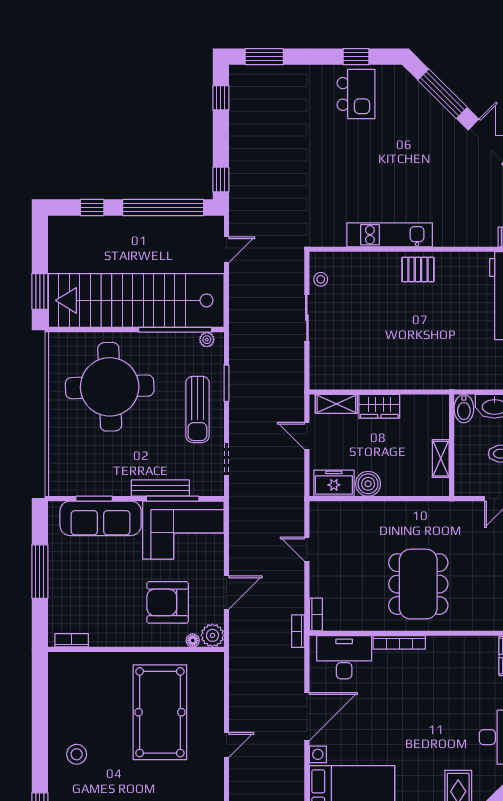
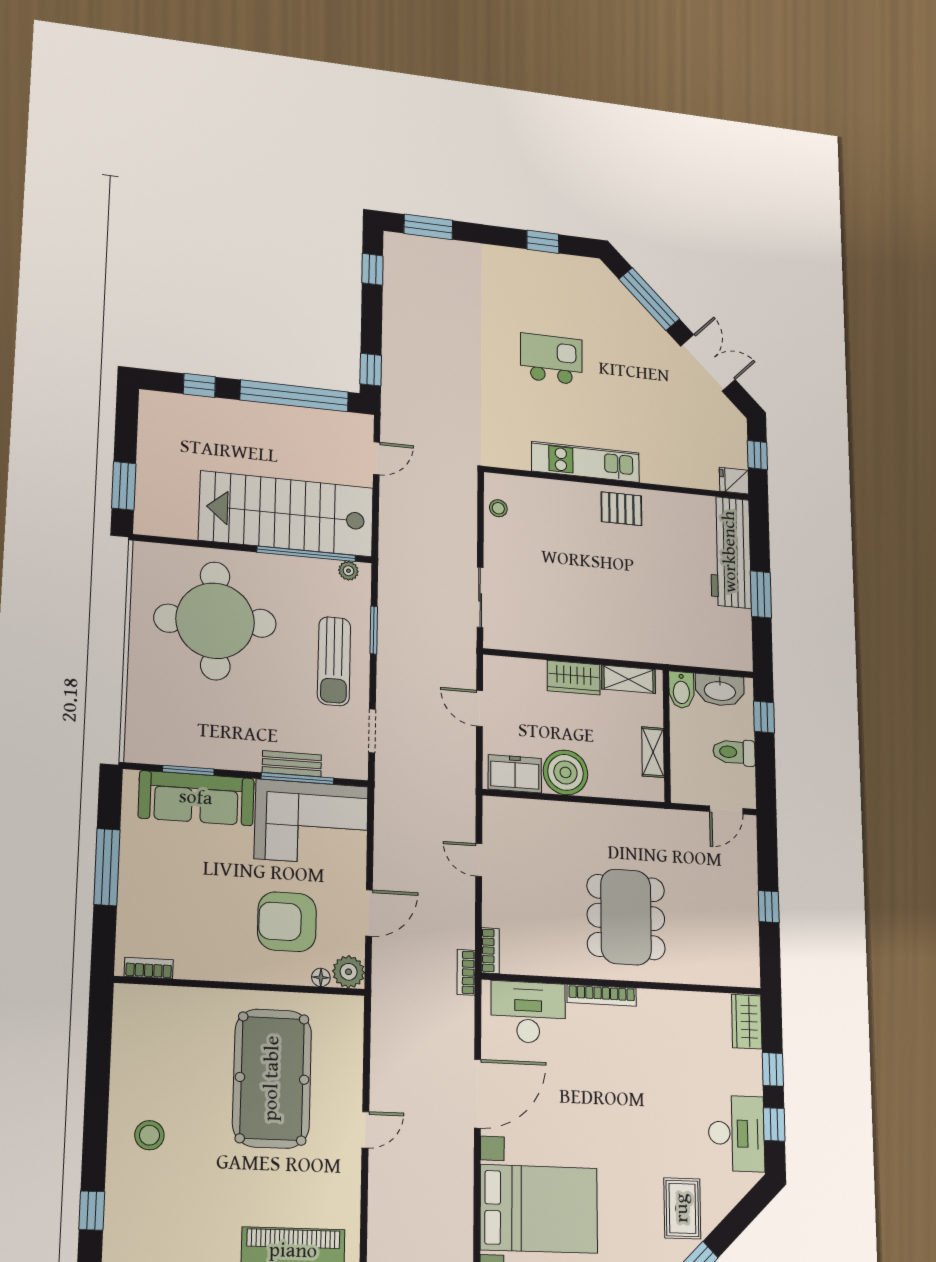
kitchen island: (356, 94) -> (551, 359), moved, turned -90
stairs: (136, 300) -> (287, 514), width x0.73
sliding door: (307, 318) -> (480, 597), moved
shelving: (336, 404) -> (629, 679), moved
boiler: (368, 484) -> (565, 772), width x1.37, depth x1.37
bench: (160, 488) -> (292, 764), width x0.73

